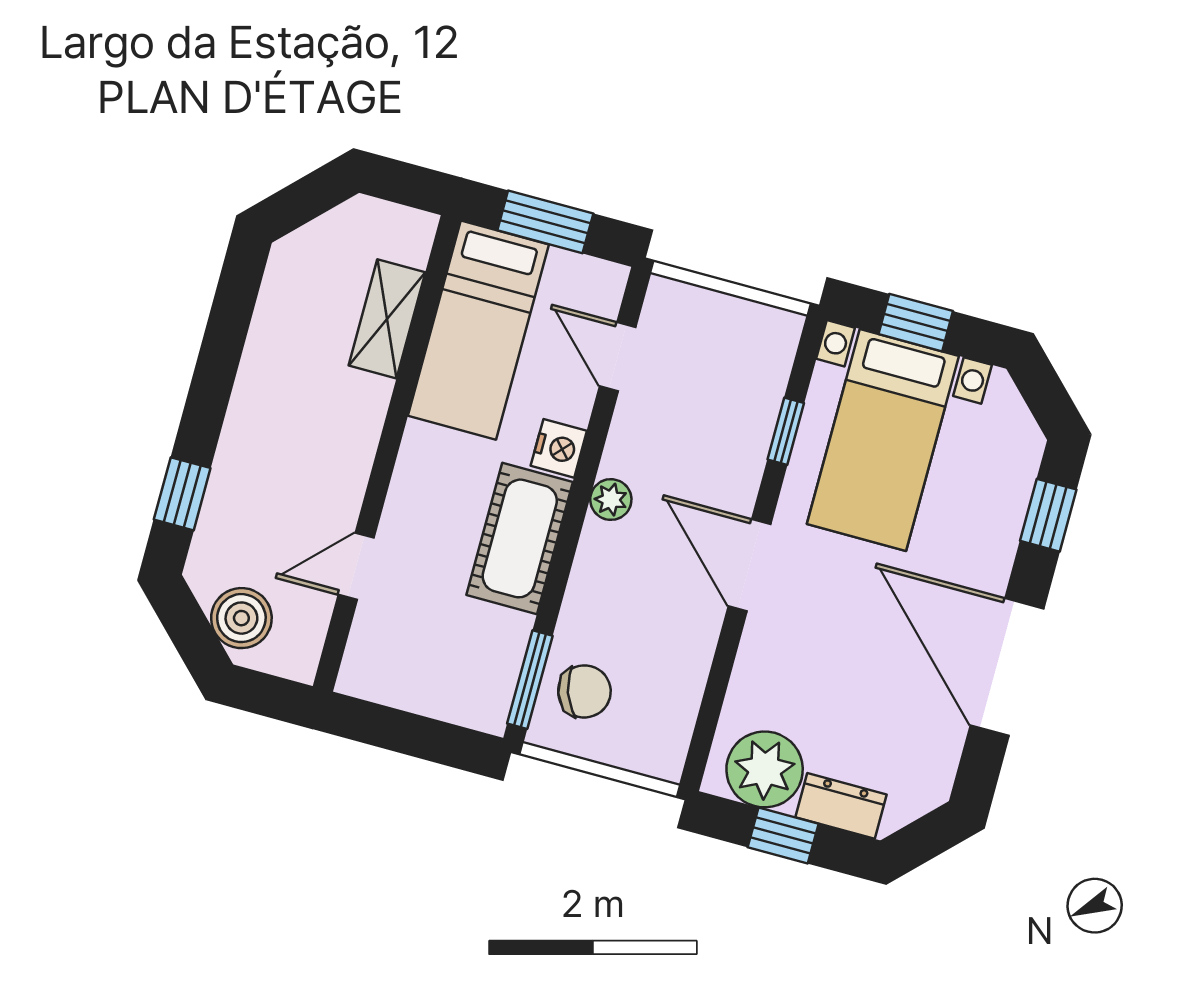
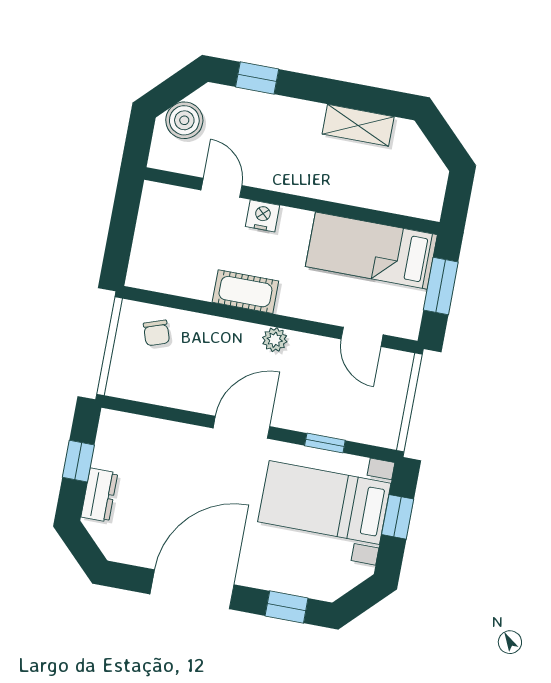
shelving: (387, 319) -> (358, 125), moved
door: (618, 357) -> (362, 337), swing flipped
nightstand: (559, 448) -> (263, 216), moved, turned 180
cot: (520, 538) -> (245, 292), width x0.73, depth x0.75
window: (530, 680) -> (161, 299), removed
chair: (584, 691) -> (156, 333), width x0.73, depth x0.73
plant: (765, 769) -> (118, 447), removed

